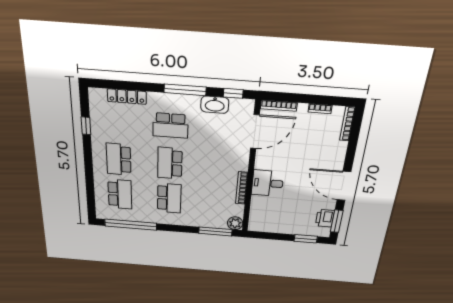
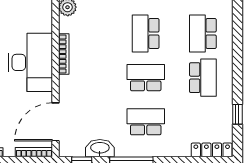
locker: (127, 97) -> (212, 150), moved
school desk: (170, 163) -> (146, 78), turned -90
desk: (268, 183) -> (31, 62), width x1.87, depth x1.30

